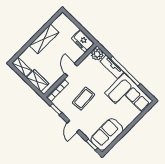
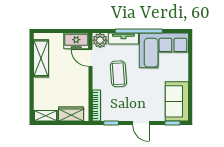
shelving: (44, 39) -> (41, 58), moved
door: (71, 70) -> (90, 58), moved
coffee table: (83, 99) -> (118, 74), moved

